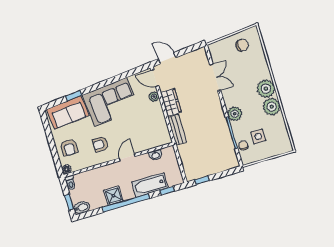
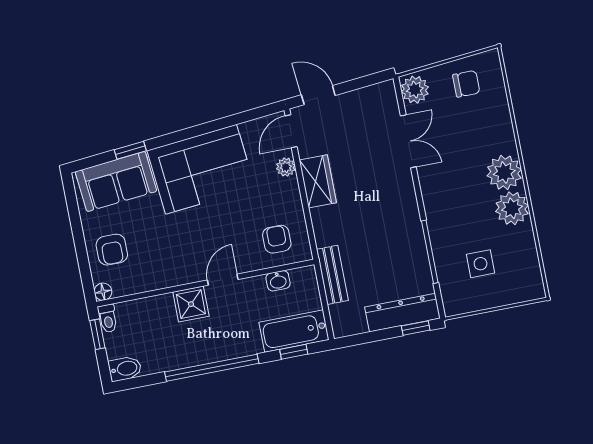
door: (155, 78) -> (291, 131), hinge flipped
plant: (235, 114) -> (415, 90), moved
bench: (177, 130) -> (332, 275), moved
armchair: (100, 144) -> (277, 239), moved, turned 90
chair: (243, 145) -> (450, 278), removed
dresser: (221, 165) -> (402, 313), added
window: (202, 180) -> (416, 328), moved
bathtub: (150, 185) -> (294, 331), moved
shower: (113, 196) -> (191, 304), moved
window: (69, 202) -> (97, 334), moved

